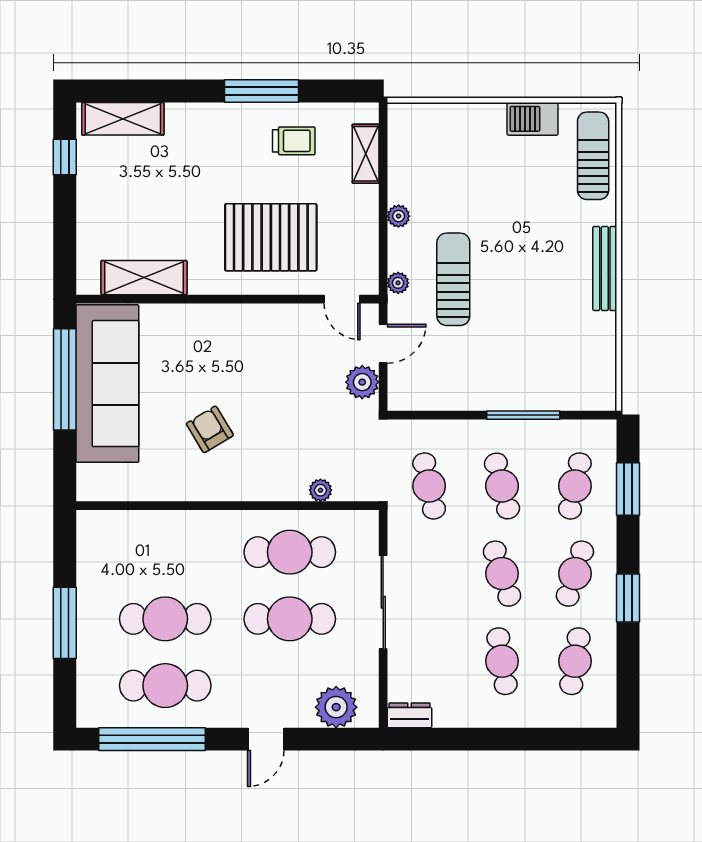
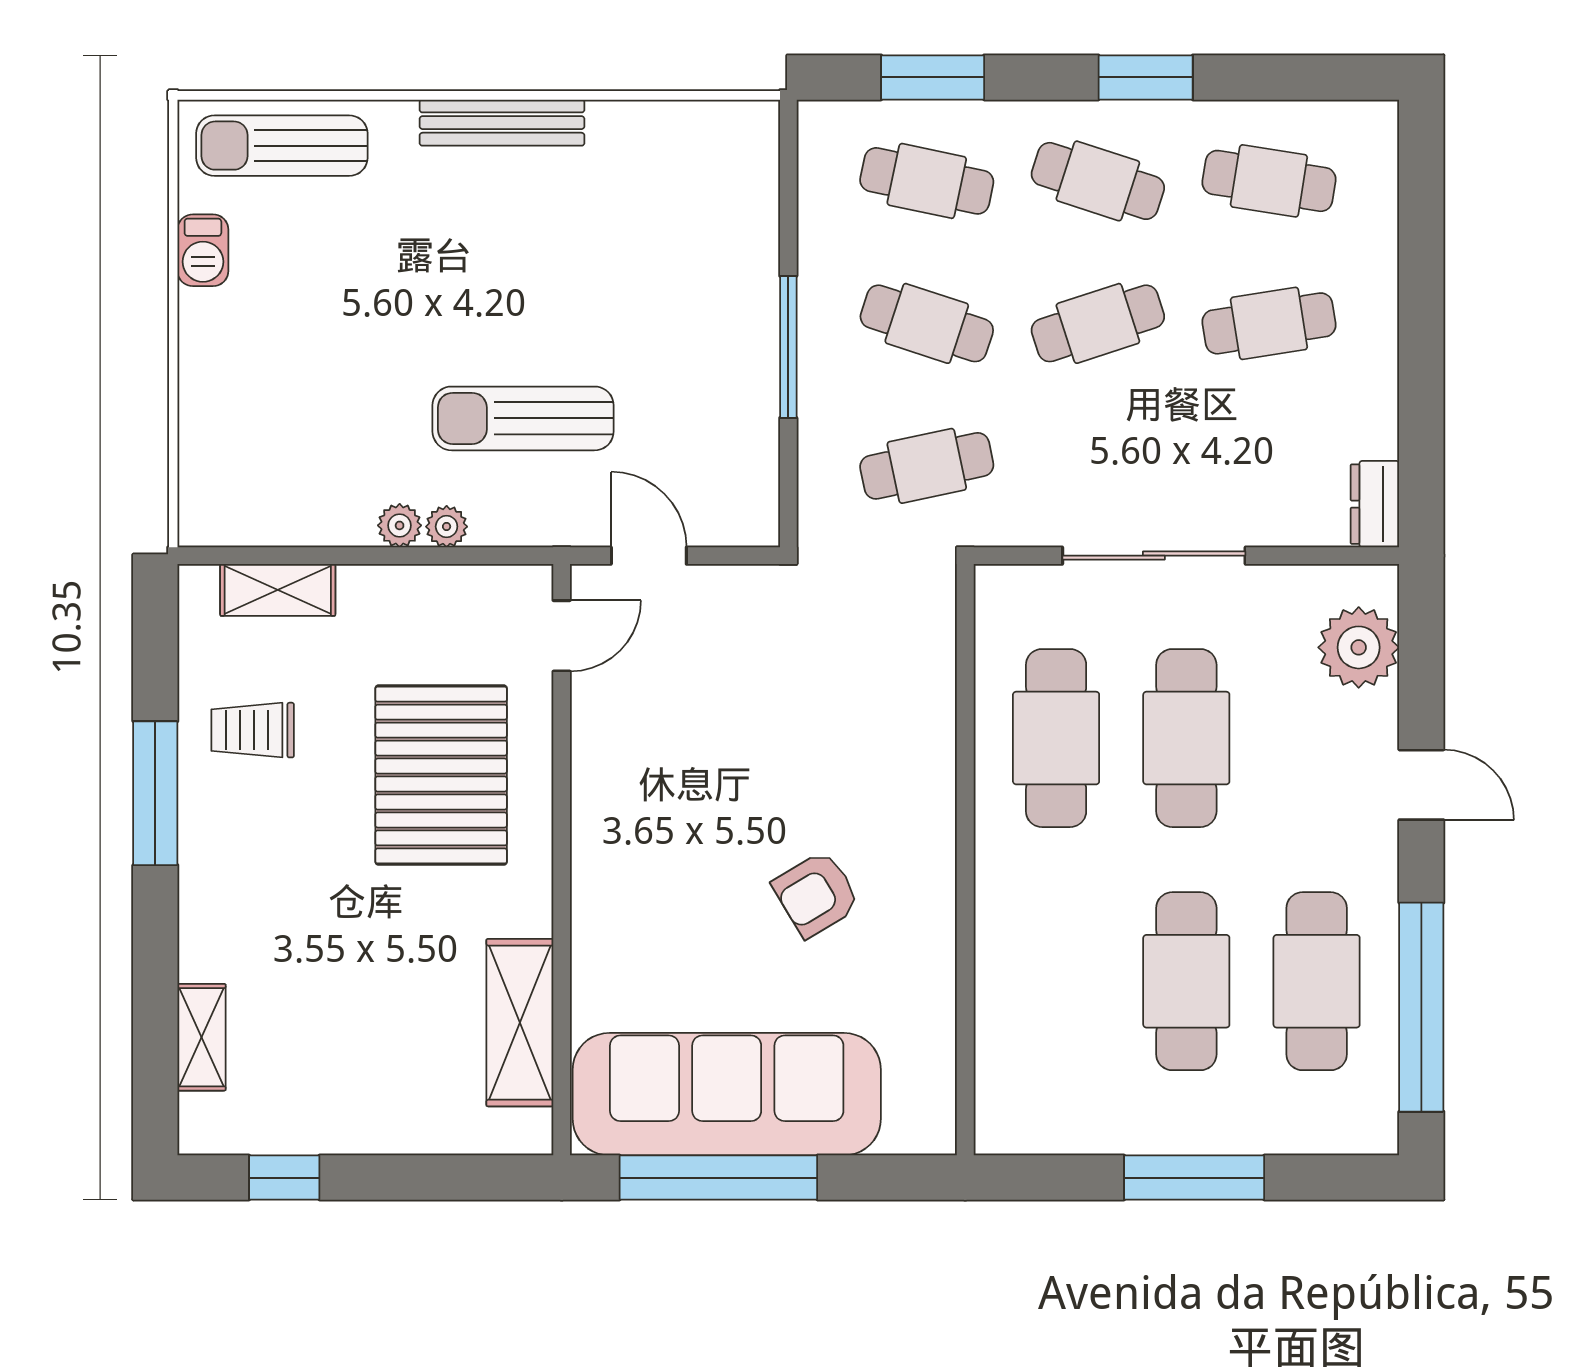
shelving: (123, 119) -> (202, 1037), width x0.67, depth x0.75
barbecue: (533, 119) -> (203, 250), width x0.73, depth x0.79
trolley: (294, 141) -> (253, 730), turned -90
plant: (398, 283) -> (447, 527), moved
plant: (362, 382) -> (724, 596), removed
window: (523, 415) -> (788, 347), moved
cafe table: (502, 486) -> (927, 323), turned 33
plant: (320, 490) -> (935, 678), removed

